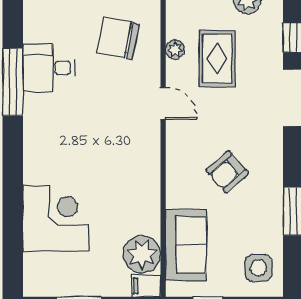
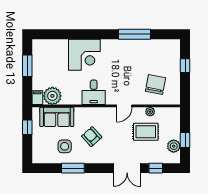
desk: (49, 68) -> (94, 92), moved, turned 180
corner desk: (56, 218) -> (84, 55), moved
side table: (259, 268) -> (65, 146), moved

